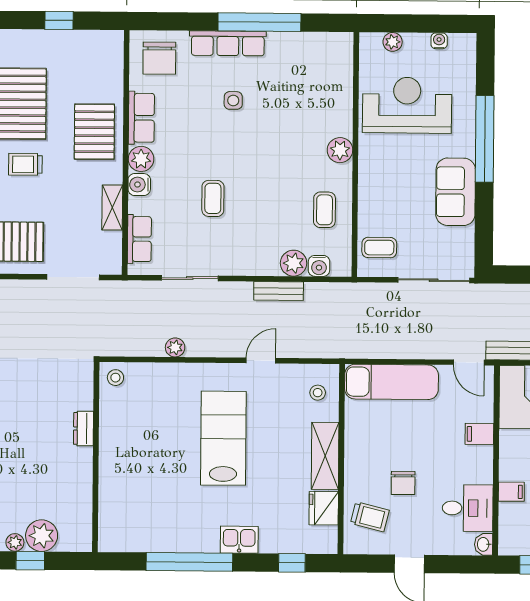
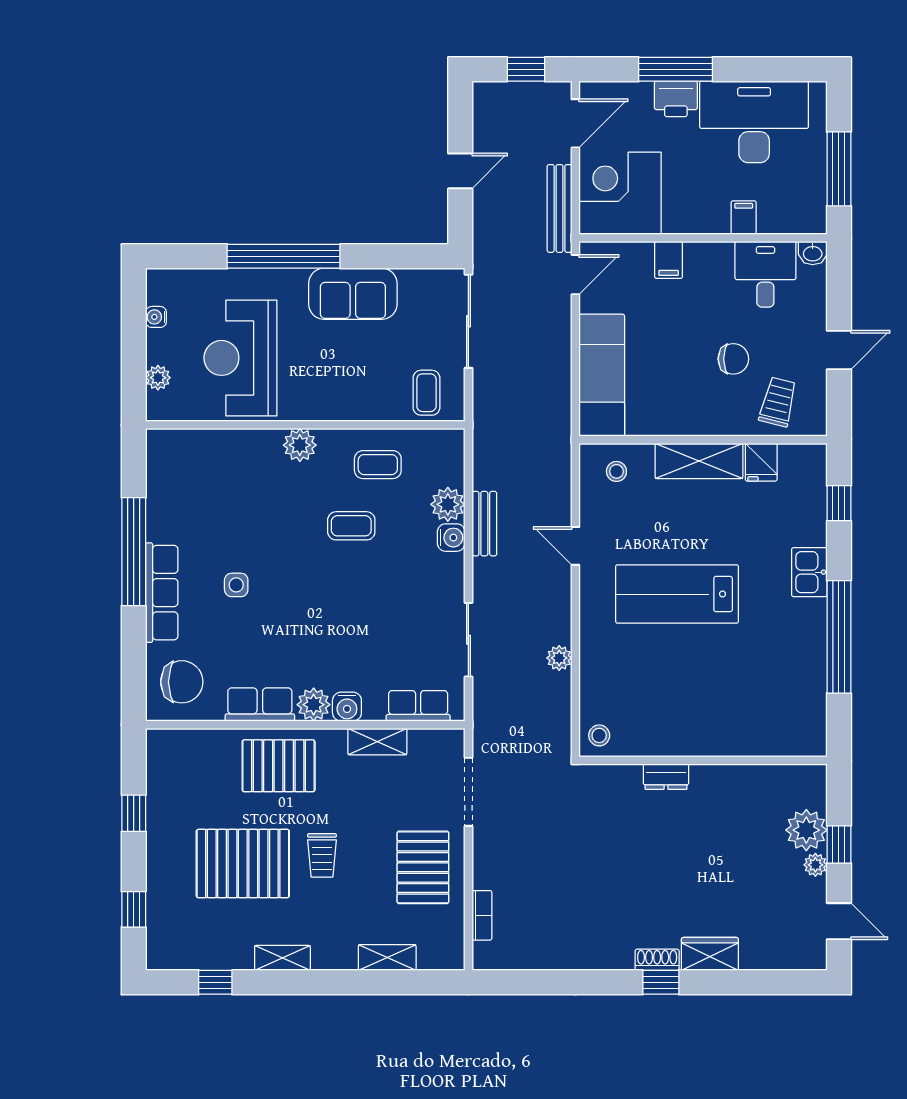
coffee table: (213, 198) -> (351, 526), moved
water cooler: (319, 266) -> (451, 538), moved
fridge: (324, 508) -> (761, 462), width x0.72

